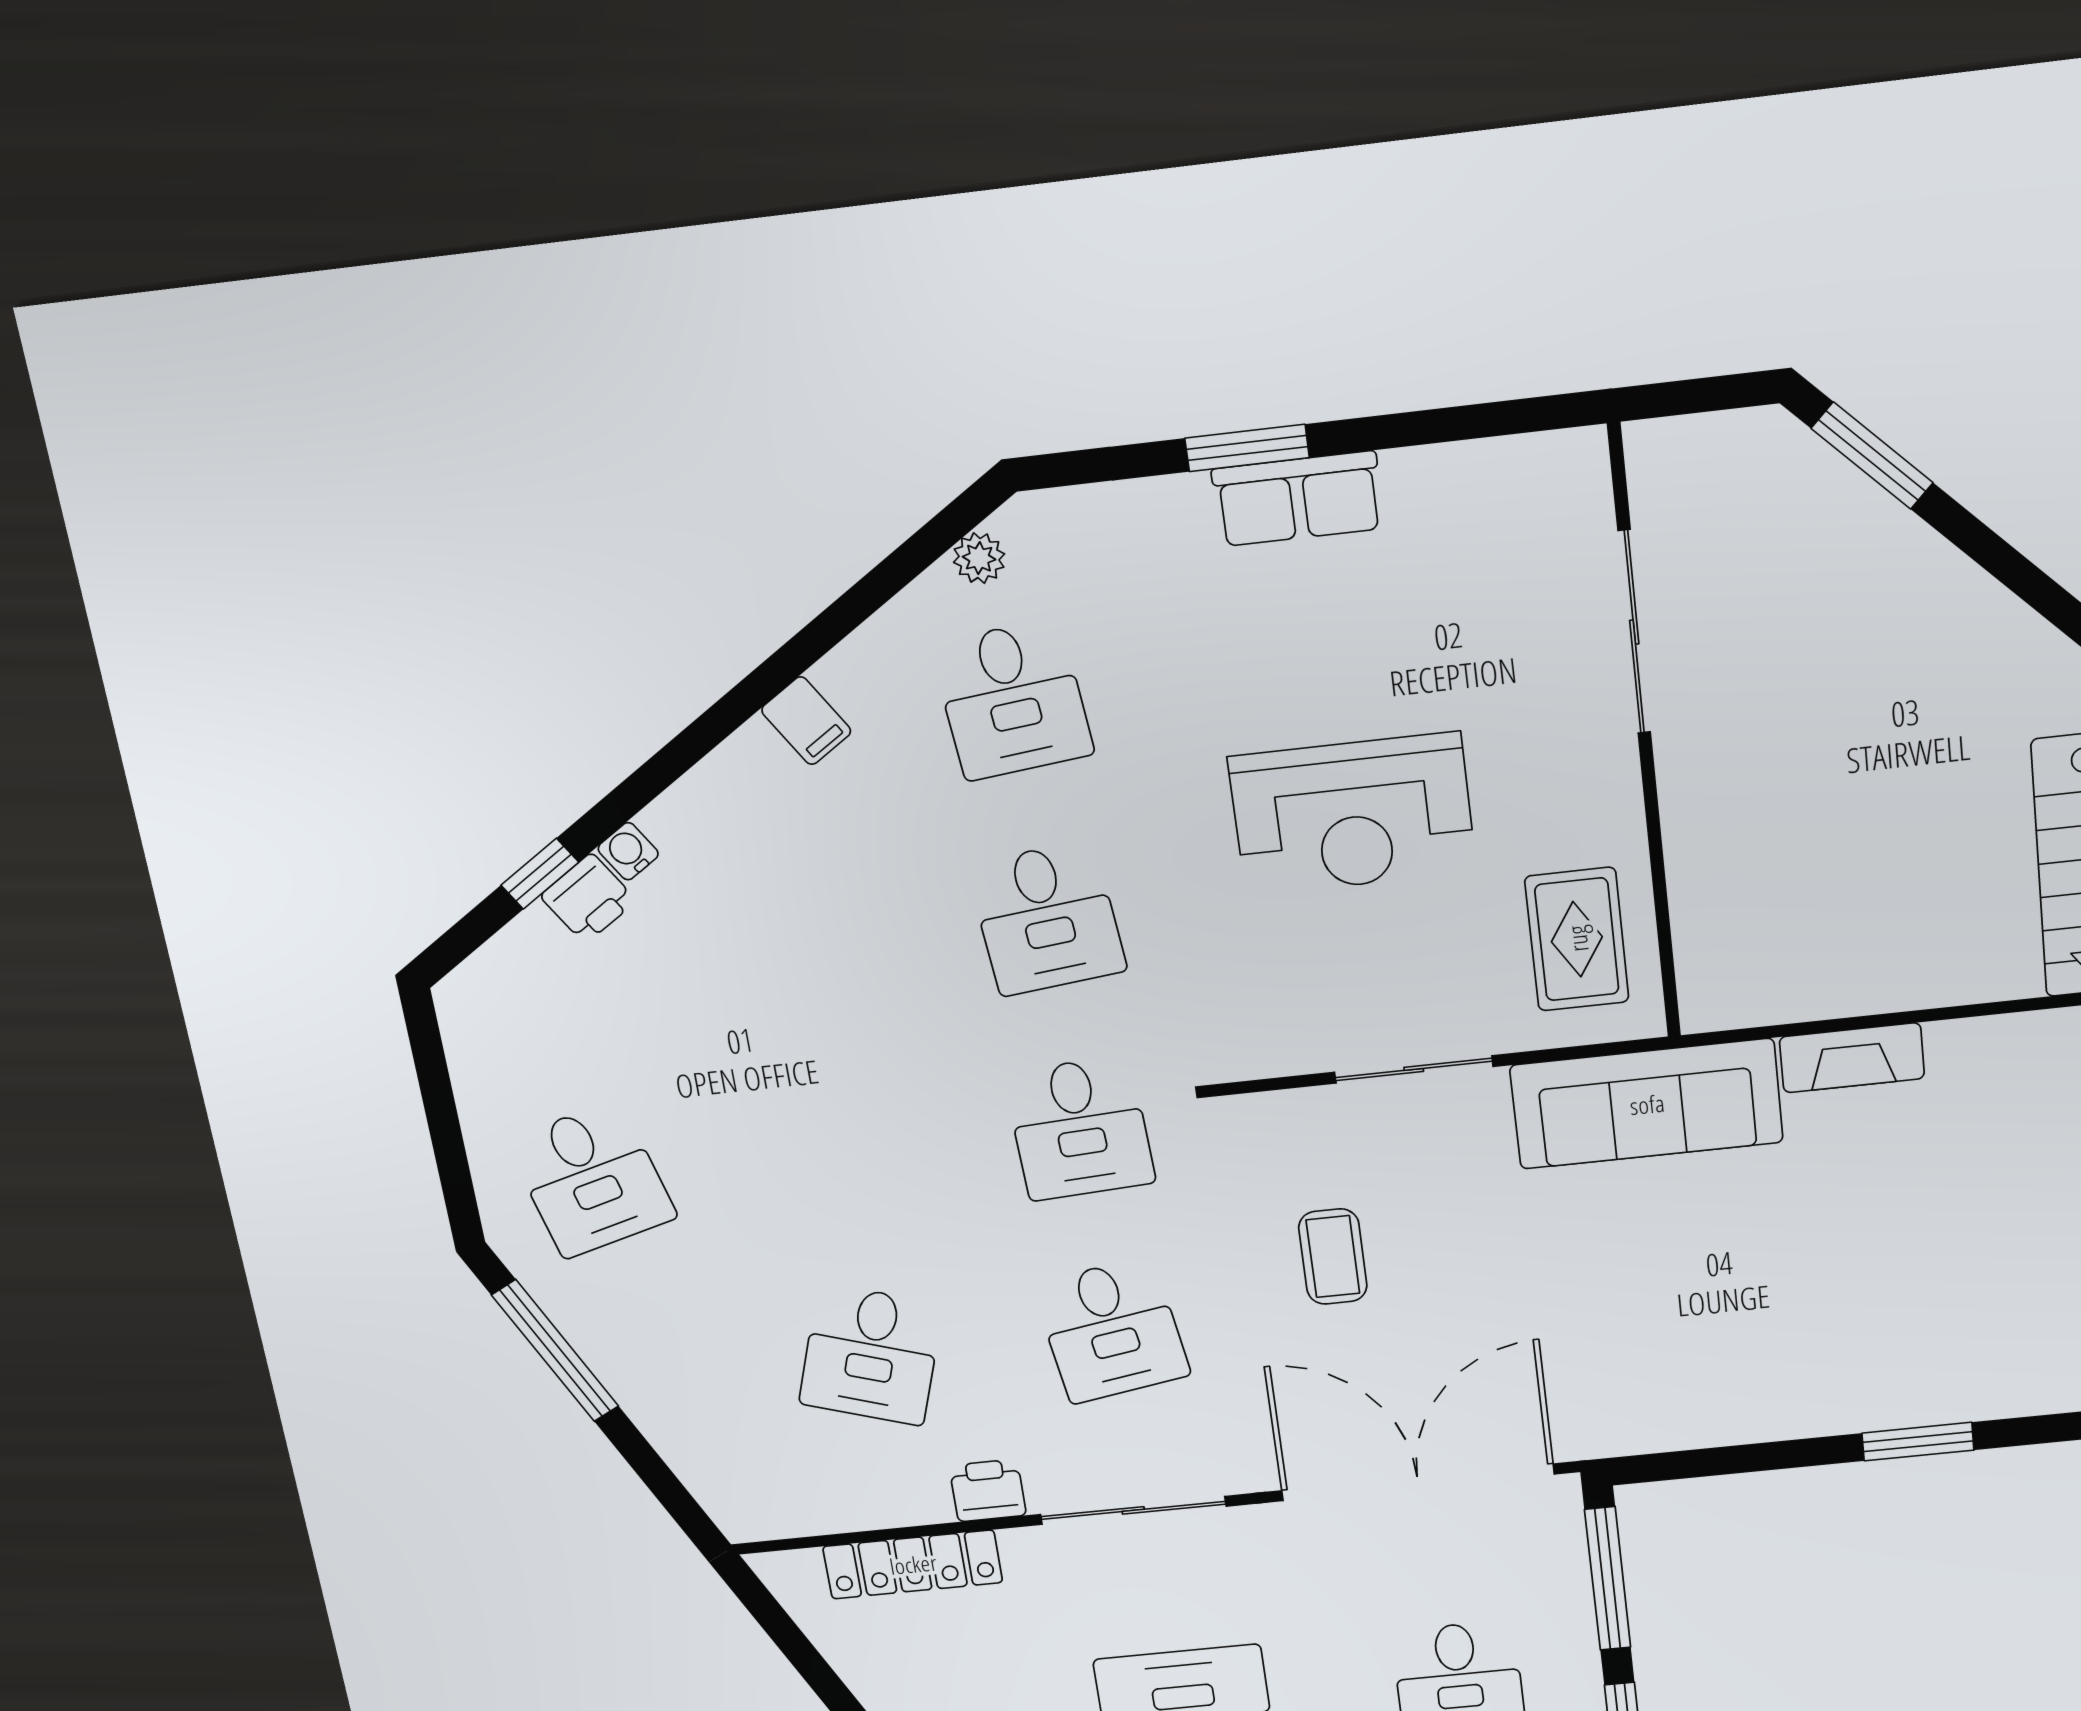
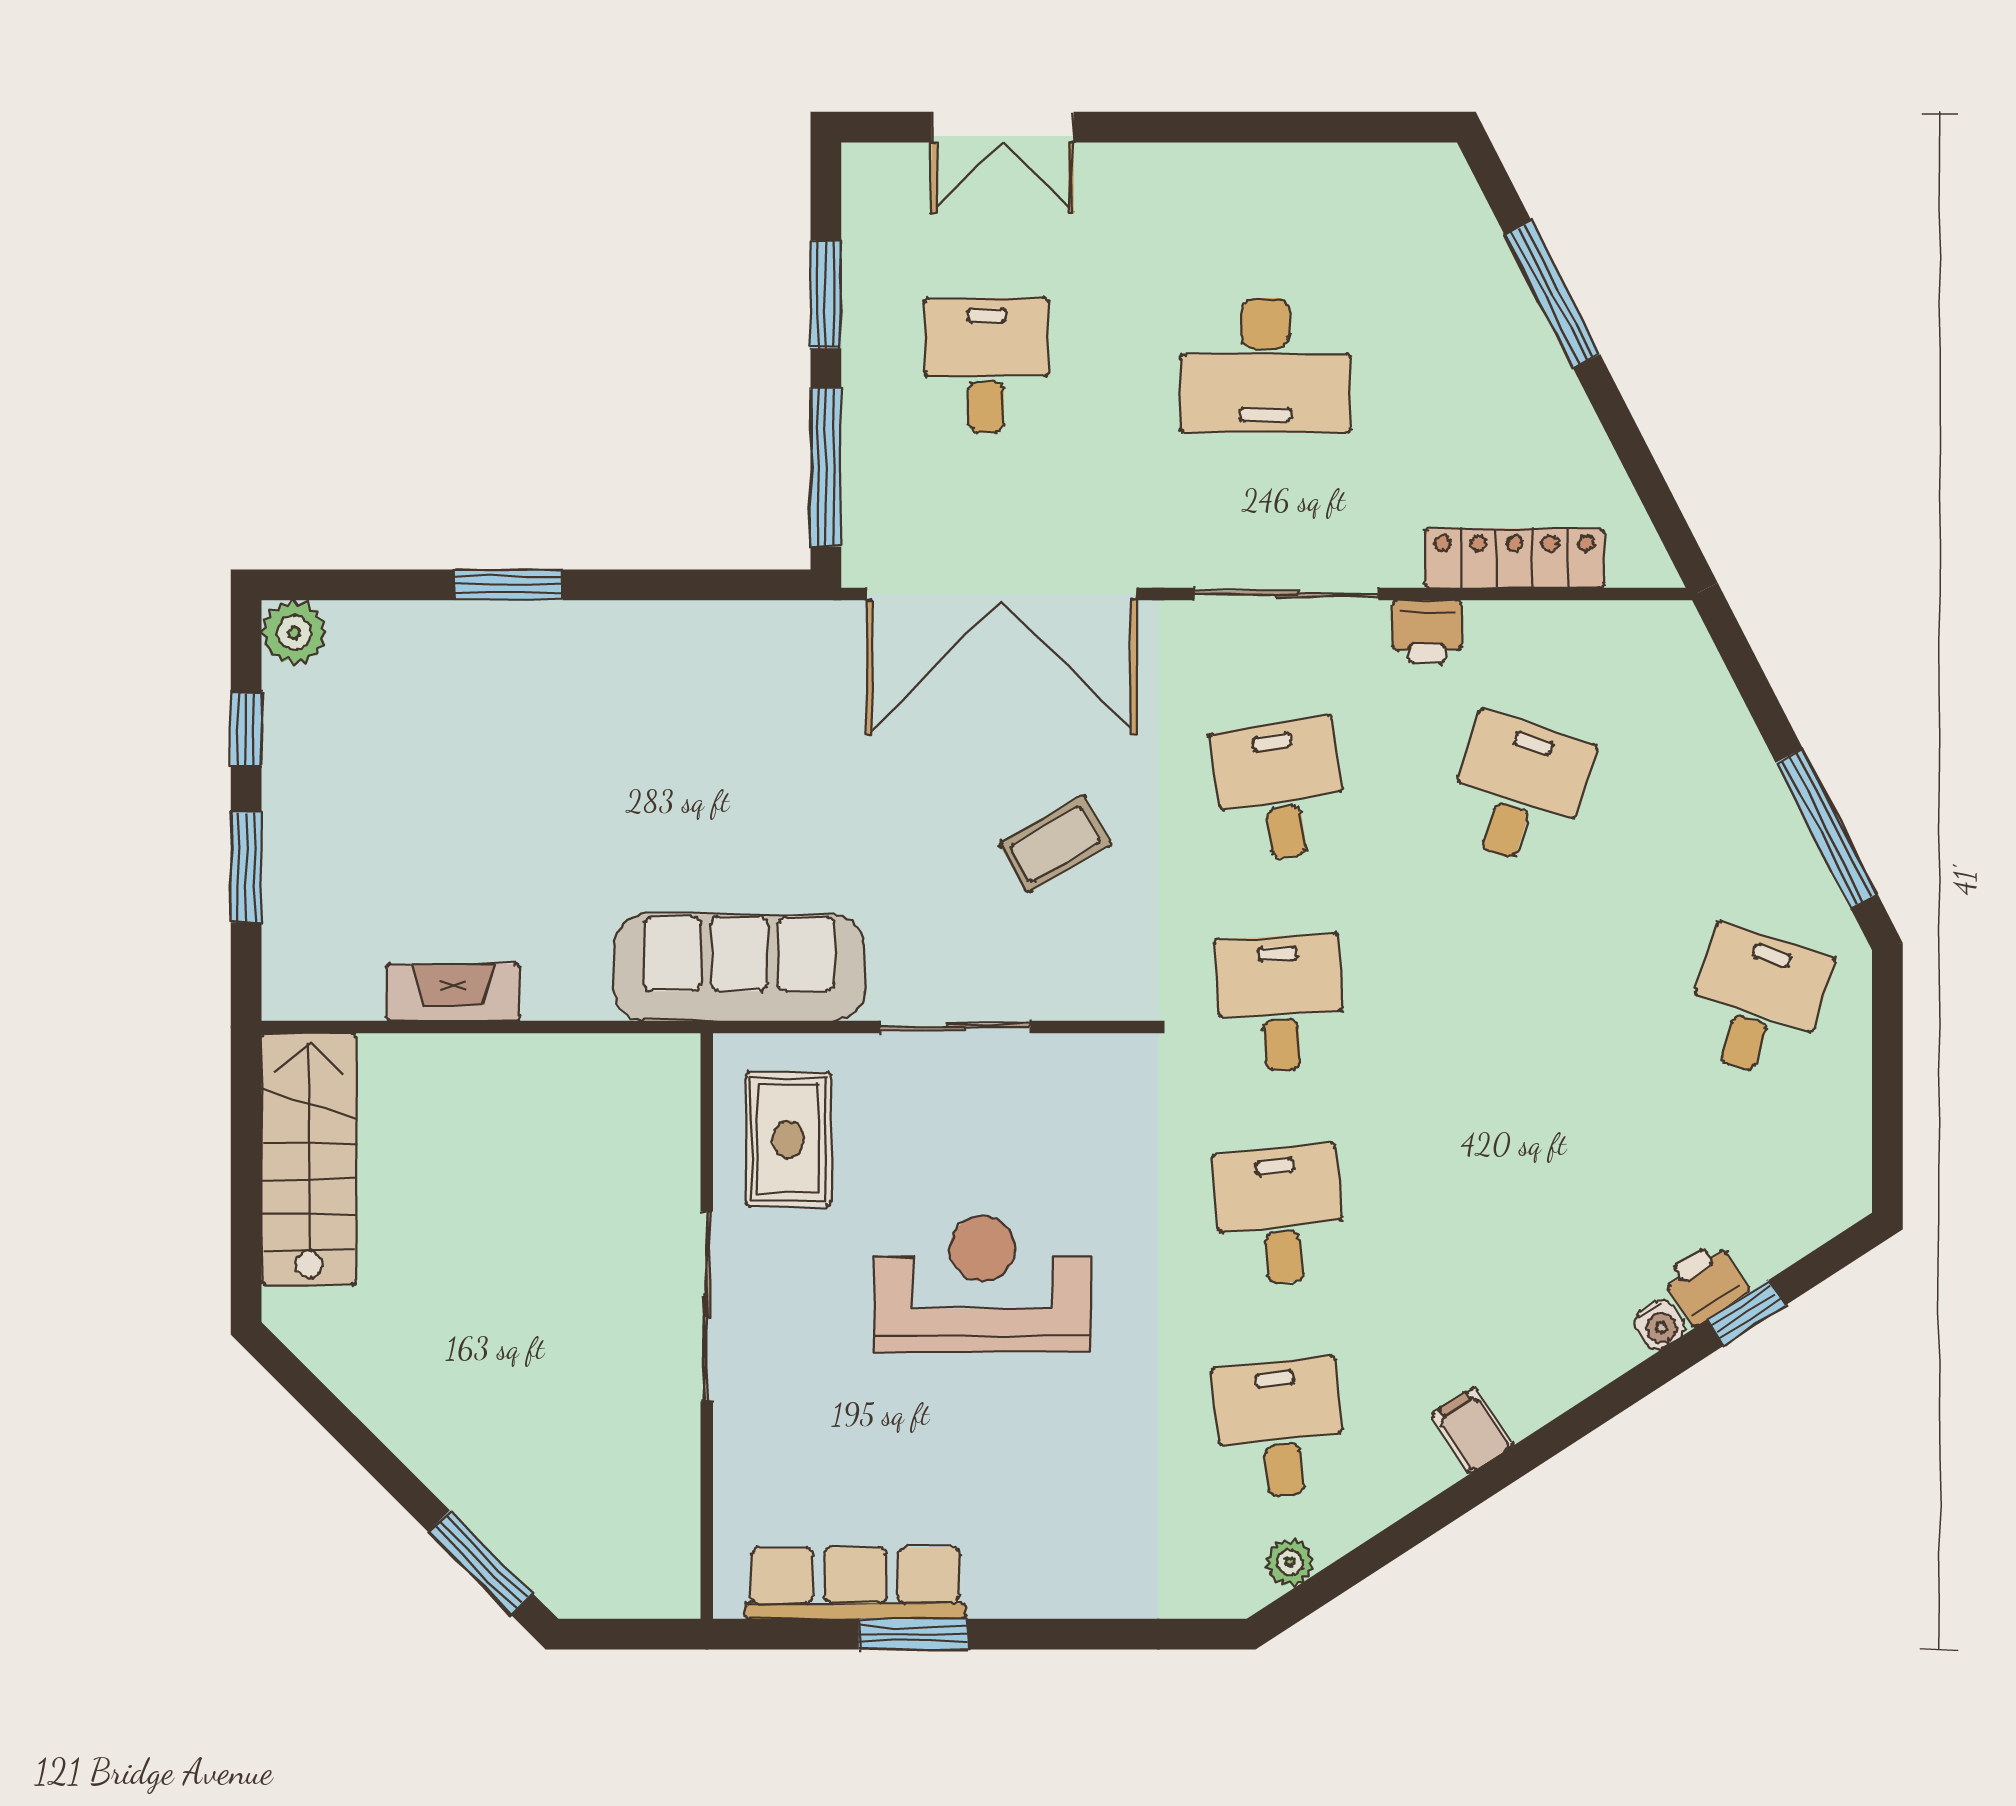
window: (1247, 448) -> (913, 1634), moved
row of seats: (1298, 499) -> (856, 1583), moved, width x1.48
sliding door: (1634, 632) -> (707, 1306), moved
fireplace: (1852, 1058) -> (453, 993), moved
desk: (591, 1179) -> (1757, 1003), turned 33
coffee table: (1333, 1257) -> (1055, 844), turned 60

